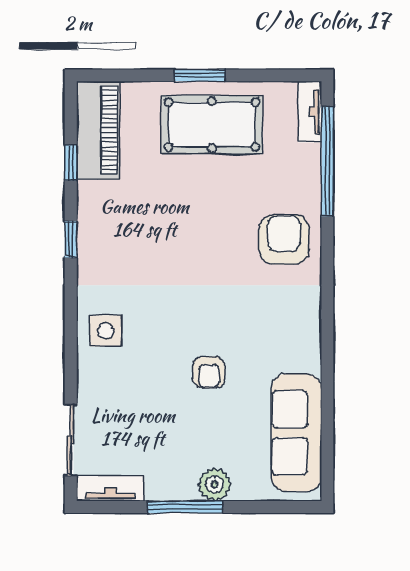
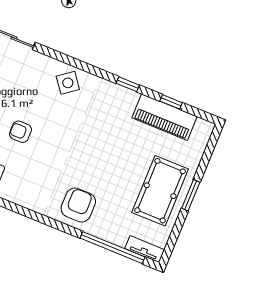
piano: (98, 130) -> (164, 117), moved
armchair: (284, 239) -> (78, 205), turned -90
side table: (106, 331) -> (68, 83), turned -37

